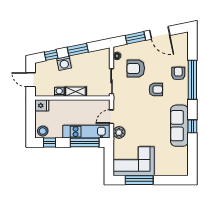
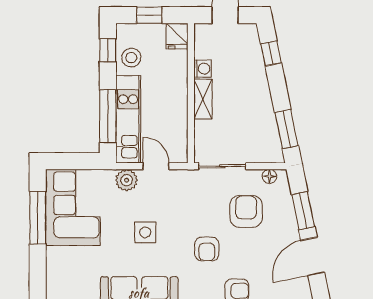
window: (78, 50) -> (287, 129), moved
washing machine: (64, 63) -> (256, 78), removed
window: (31, 120) -> (149, 15), added
side table: (147, 123) -> (145, 232), added
stool: (43, 131) -> (131, 58), moved

